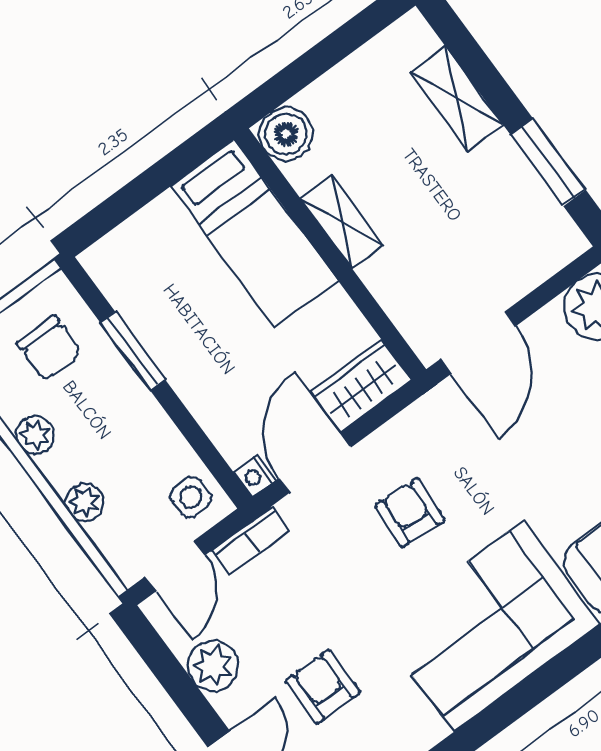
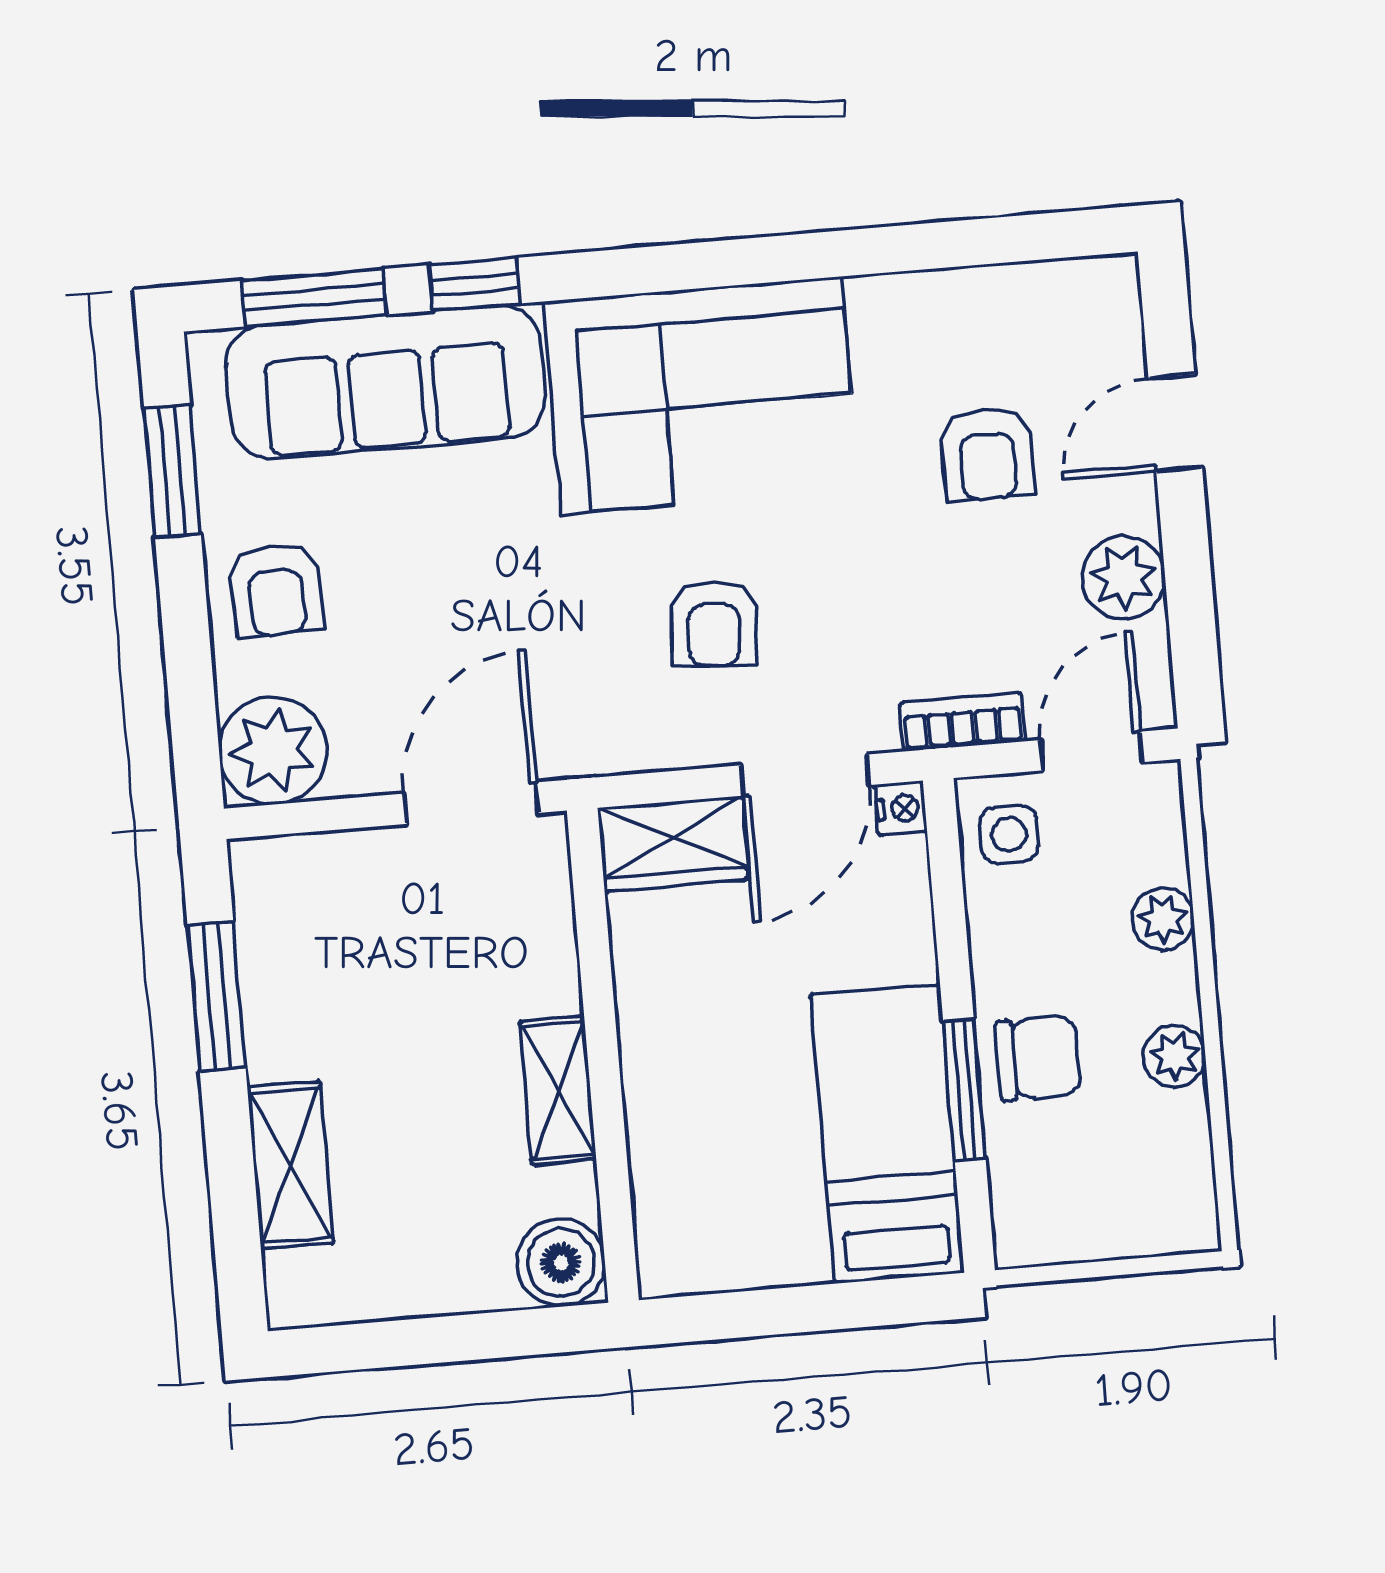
bed: (254, 234) -> (887, 1134), moved
chair: (49, 348) -> (1038, 1058), moved, turned 90

